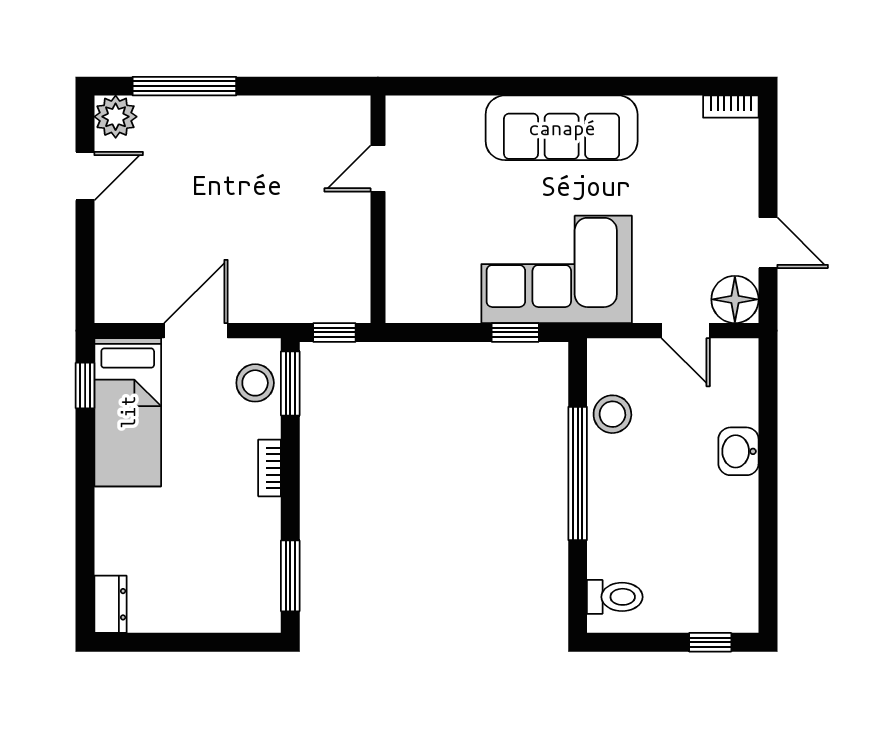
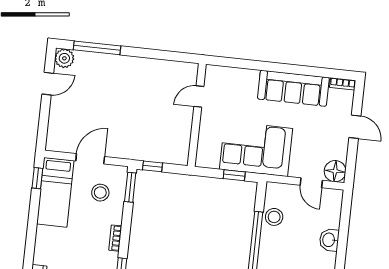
sofa: (562, 128) -> (293, 88), moved
door: (378, 168) -> (199, 97), moved
wall: (378, 209) -> (197, 115), moved
door: (768, 243) -> (355, 127), moved
stool: (255, 383) -> (100, 193), moved
bookcase: (270, 468) -> (115, 238), moved

